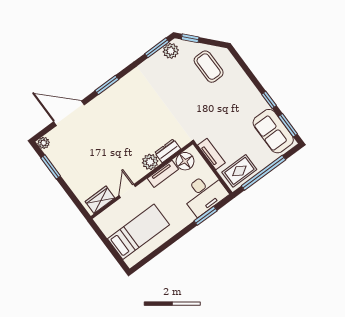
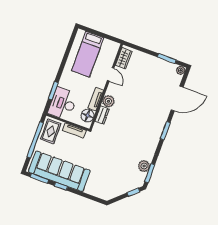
plant: (171, 51) -> (144, 166), moved
coffee table: (209, 67) -> (111, 182), removed
sofa: (273, 131) -> (59, 171), width x1.85, depth x1.27

